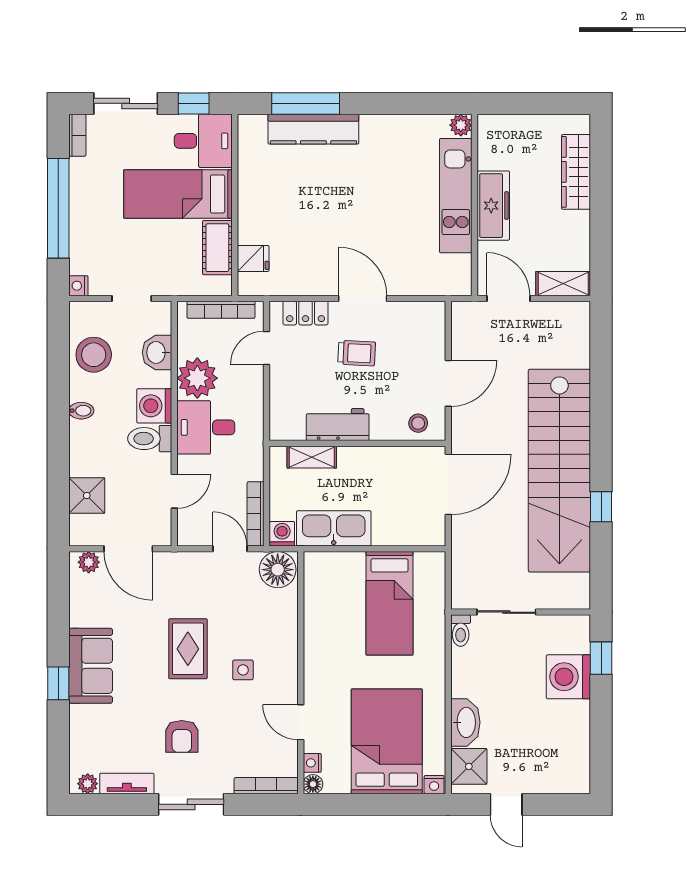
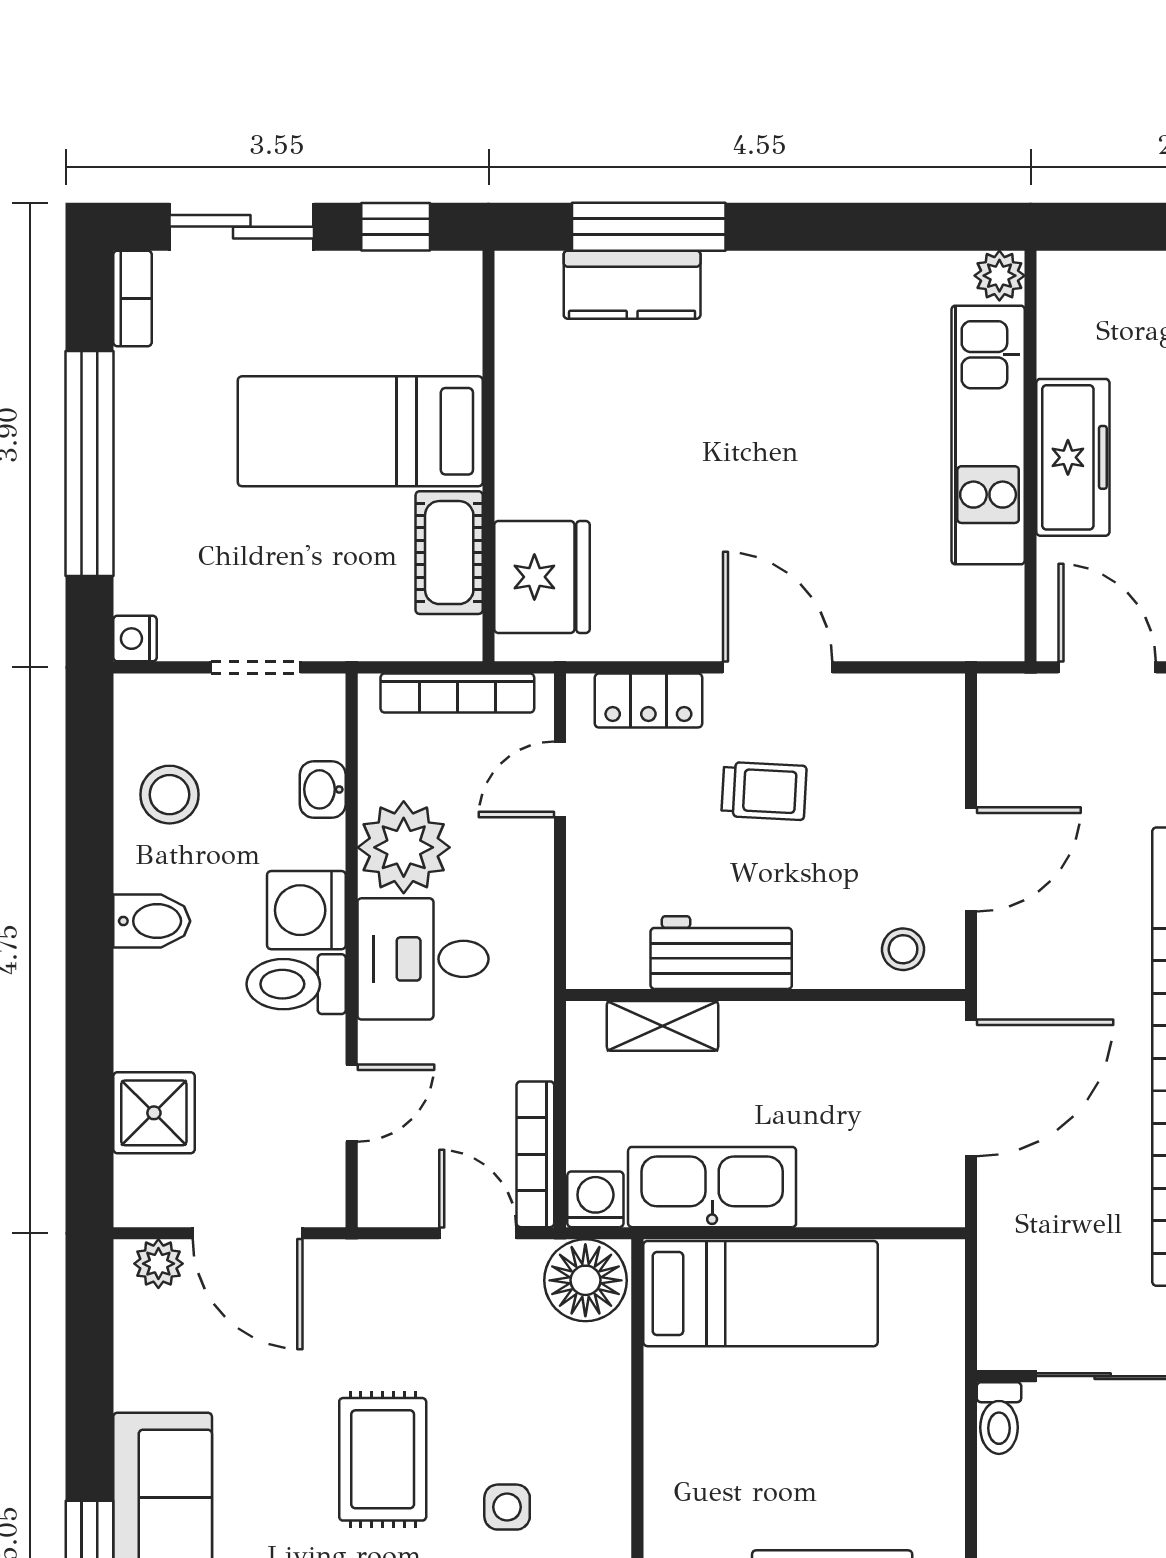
kitchen counter: (313, 129) -> (632, 285), width x0.67
desk: (203, 141) -> (417, 311), removed
fridge: (253, 258) -> (542, 577), width x1.88, depth x1.34
washbasin: (157, 352) -> (323, 789), width x0.72, depth x0.69
stool: (94, 355) -> (169, 795), width x0.73, depth x0.73
bidet: (81, 411) -> (152, 921), width x1.38, depth x1.36
bed: (389, 603) -> (761, 1294), moved, turned -90

